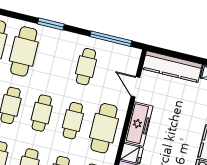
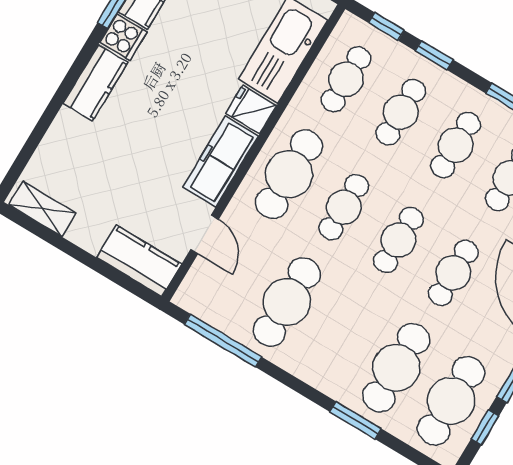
window: (51, 24) -> (356, 420), moved
cafe table: (86, 67) -> (287, 302), width x1.37, depth x1.35
kitchen counter: (172, 67) -> (139, 261), width x0.67

